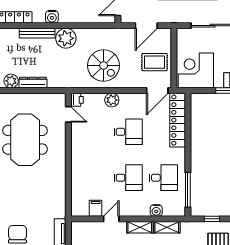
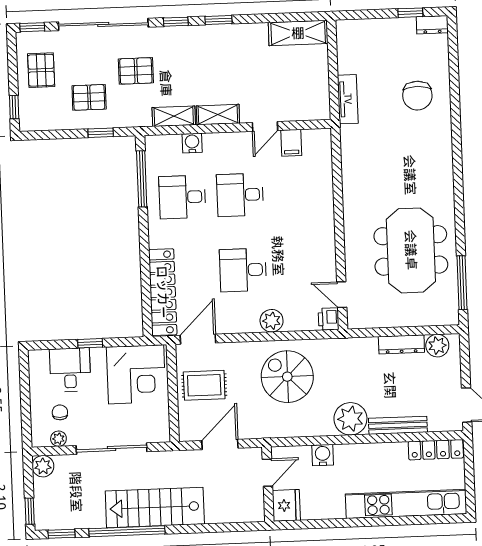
water cooler: (52, 17) -> (323, 455), moved

